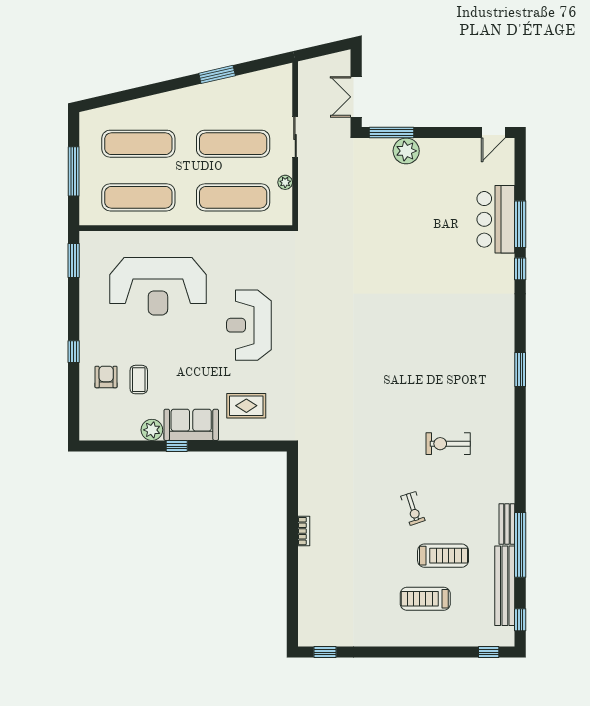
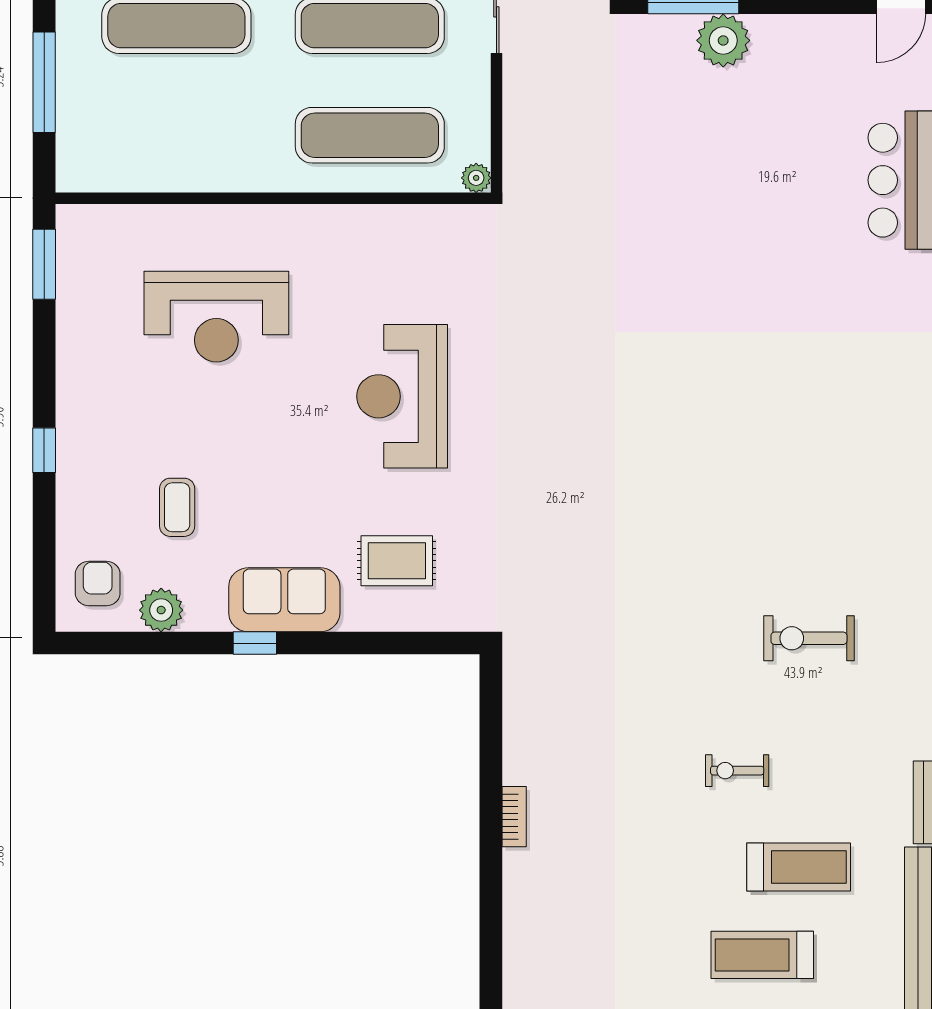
plant: (285, 182) -> (476, 178), moved
exercise mat: (138, 197) -> (176, 135), removed
reception desk: (158, 286) -> (216, 317), width x0.74, depth x0.77
armchair: (106, 377) -> (98, 583), moved
plant: (152, 430) -> (161, 610), moved
exercise bike: (413, 508) -> (737, 771), turned 108

